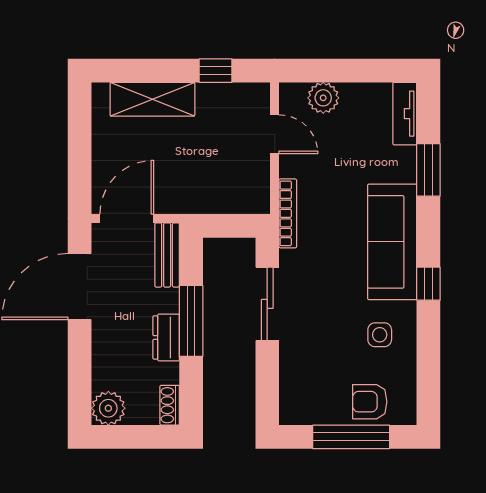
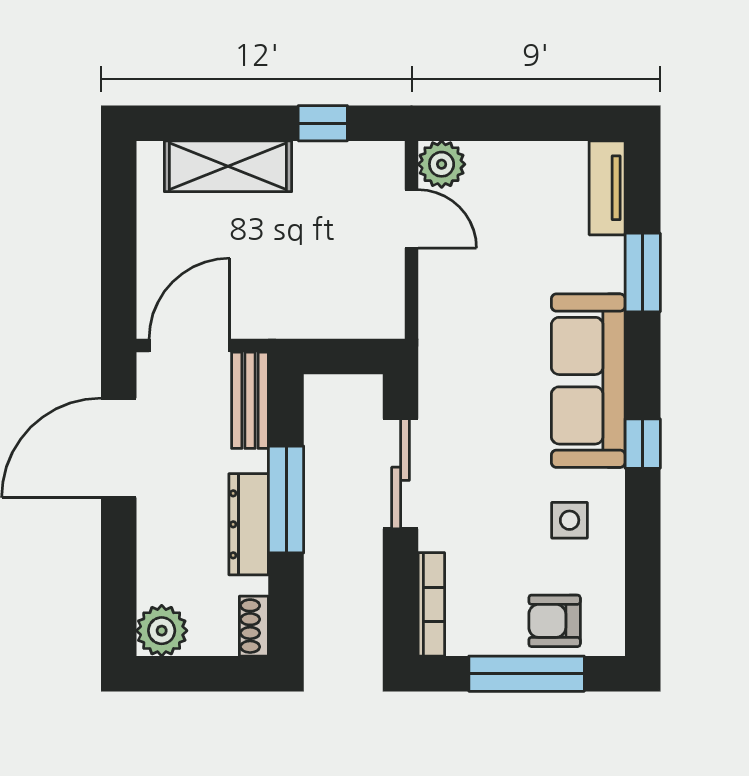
plant: (323, 98) -> (442, 164), moved
bookcase: (288, 213) -> (431, 604), moved
dresser: (166, 337) -> (249, 524), width x1.44

